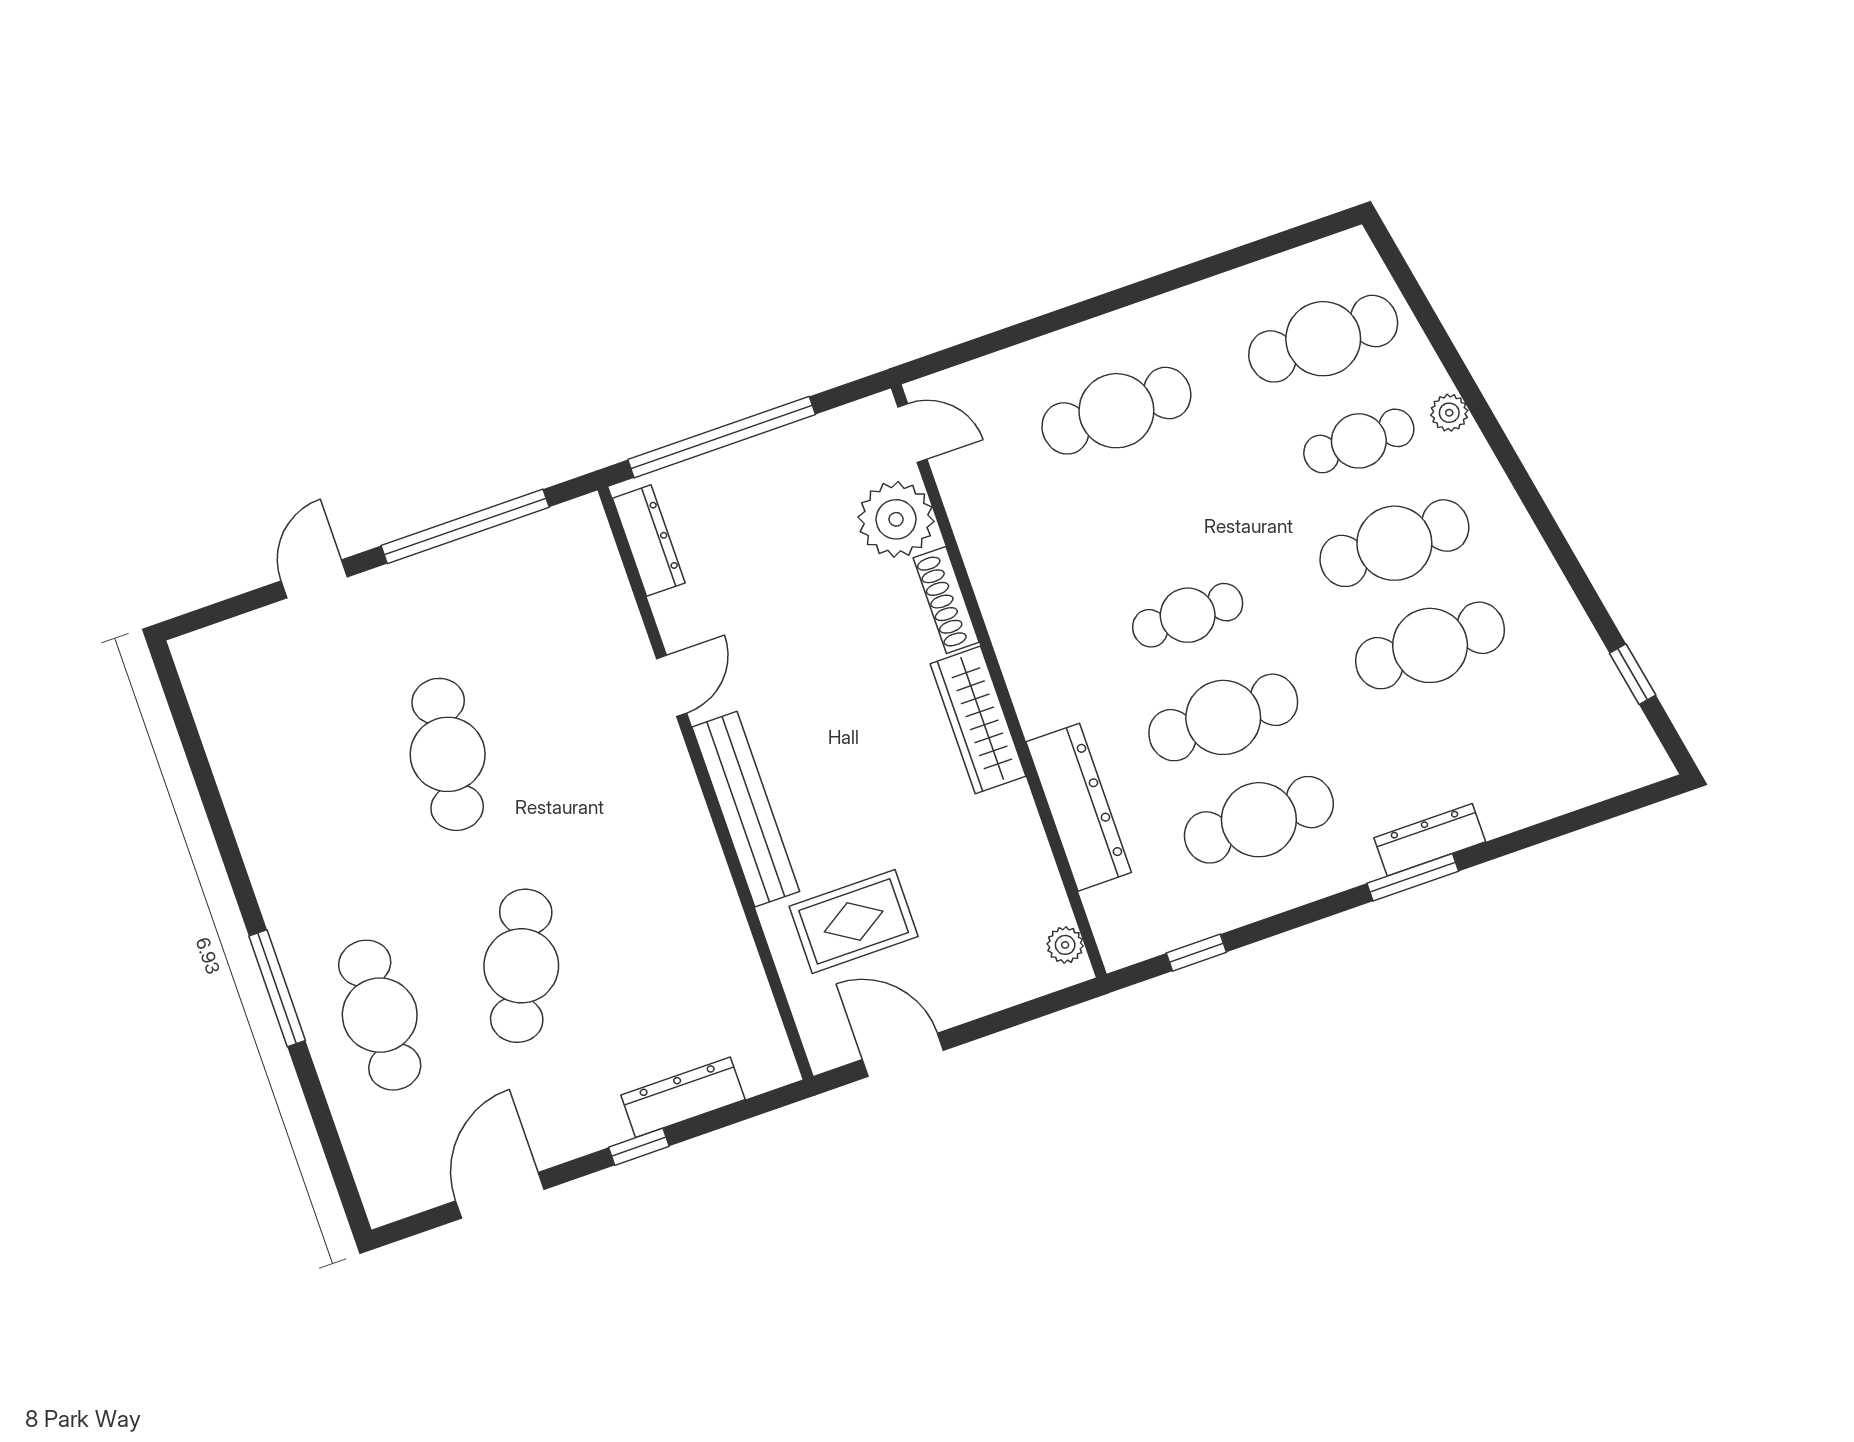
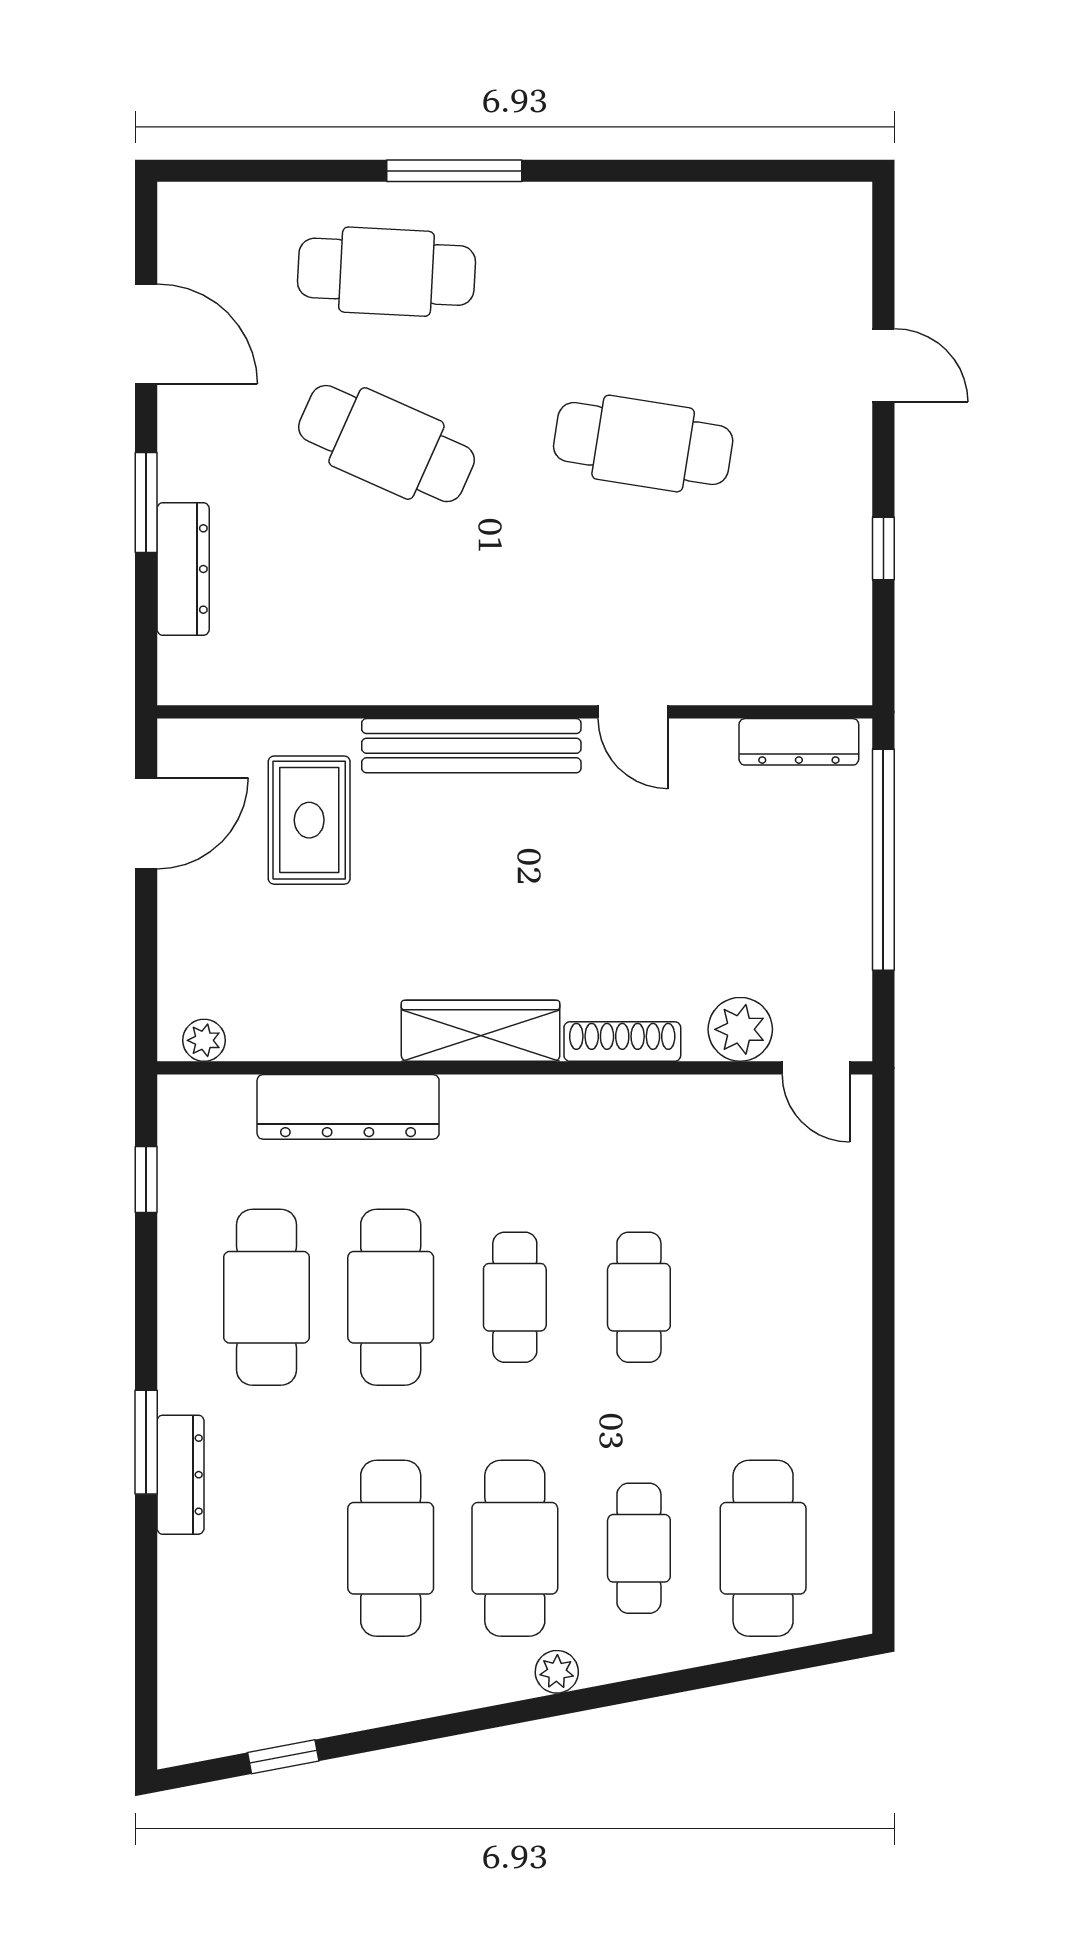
cafe table: (1116, 411) -> (639, 1297), moved, width x0.73, depth x0.74
plant: (1449, 413) -> (557, 1672), moved
door: (912, 433) -> (816, 1068), hinge flipped
plant: (896, 519) -> (740, 1029), width x0.73, depth x0.73
window: (465, 526) -> (883, 548), width x0.32
window: (639, 1147) -> (146, 503), width x1.50

